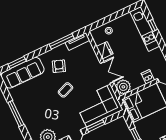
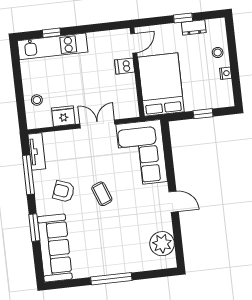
window: (17, 63) -> (34, 228), moved
plant: (123, 87) -> (127, 107), removed
window: (96, 126) -> (170, 168), removed

